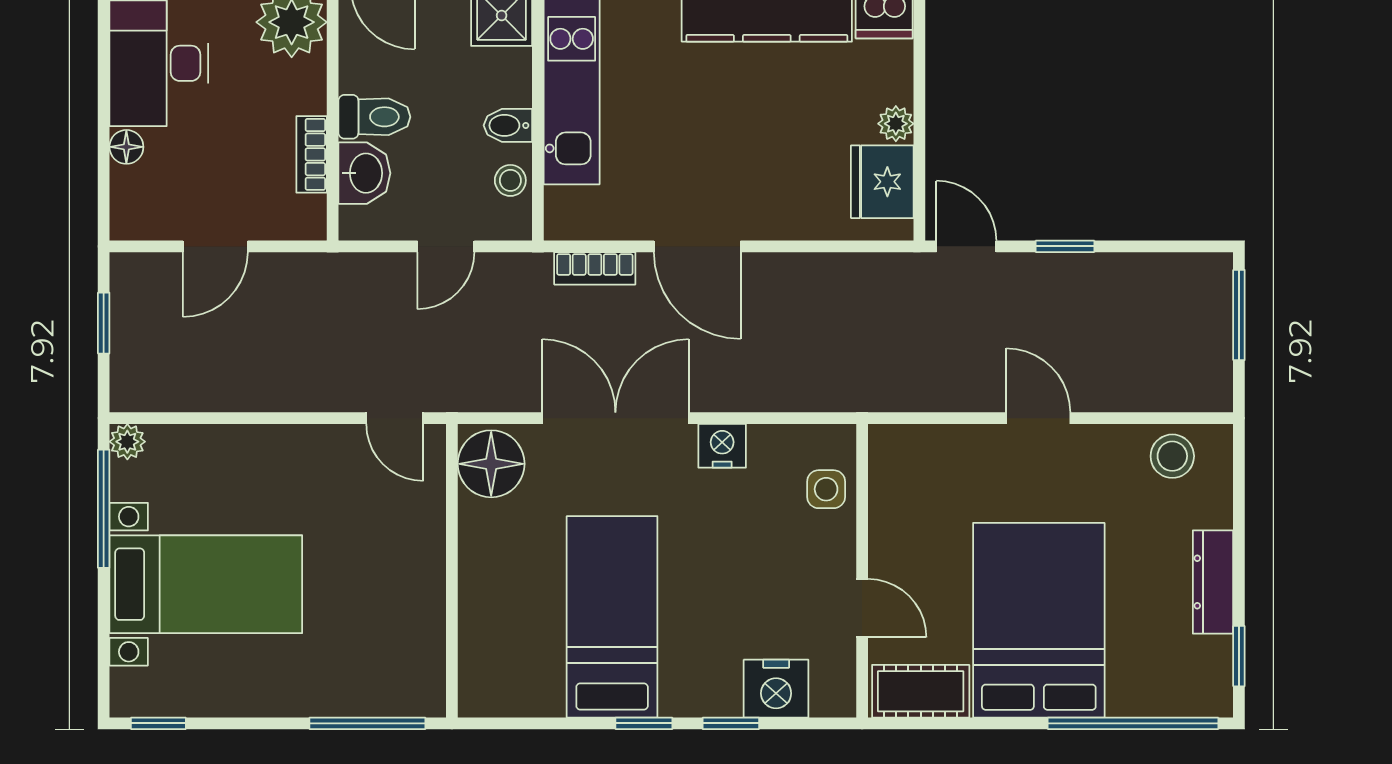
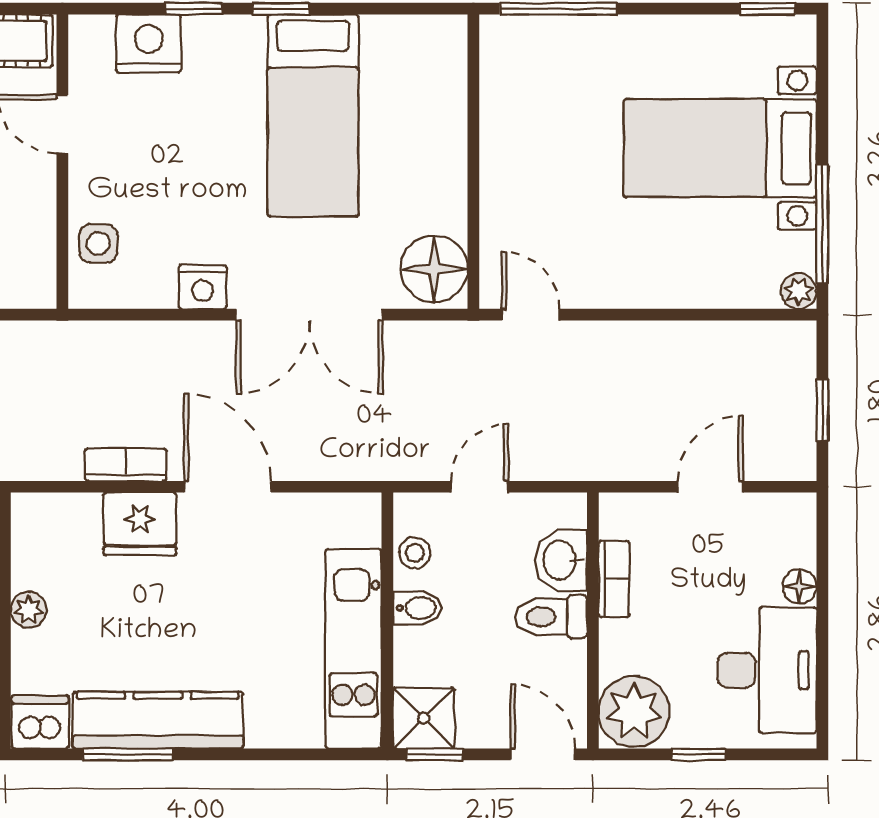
fridge: (882, 182) -> (140, 524), moved, turned 90
bookcase: (595, 268) -> (126, 465), moved

